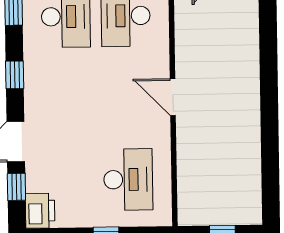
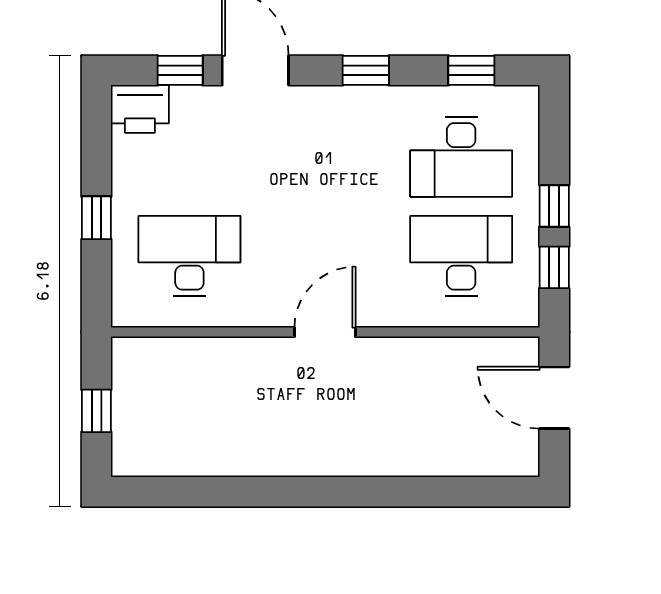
desk: (128, 179) -> (189, 256), turned 180

